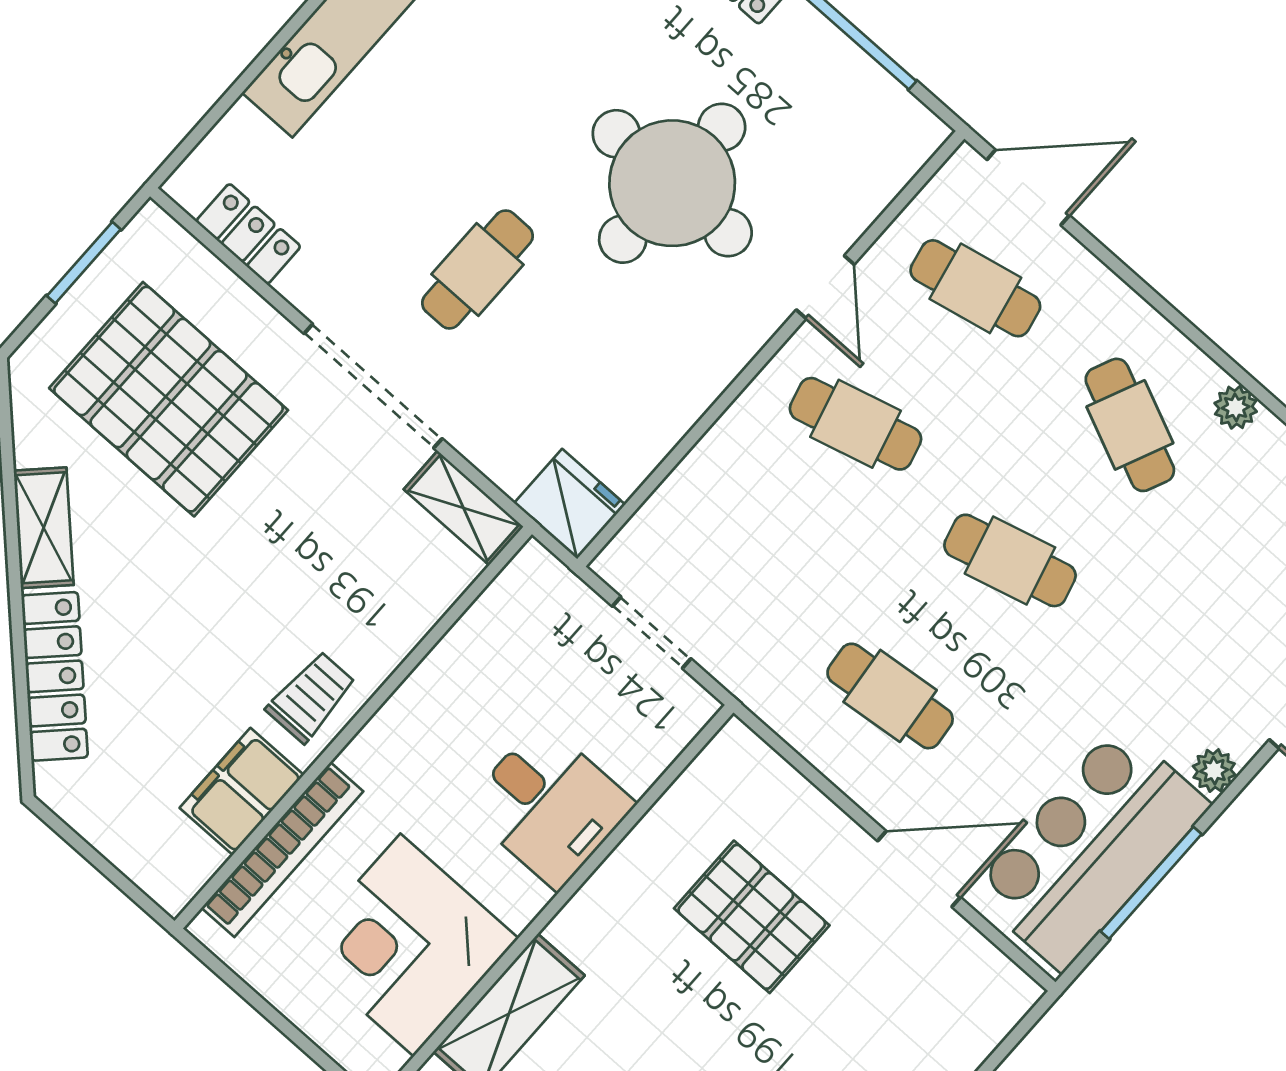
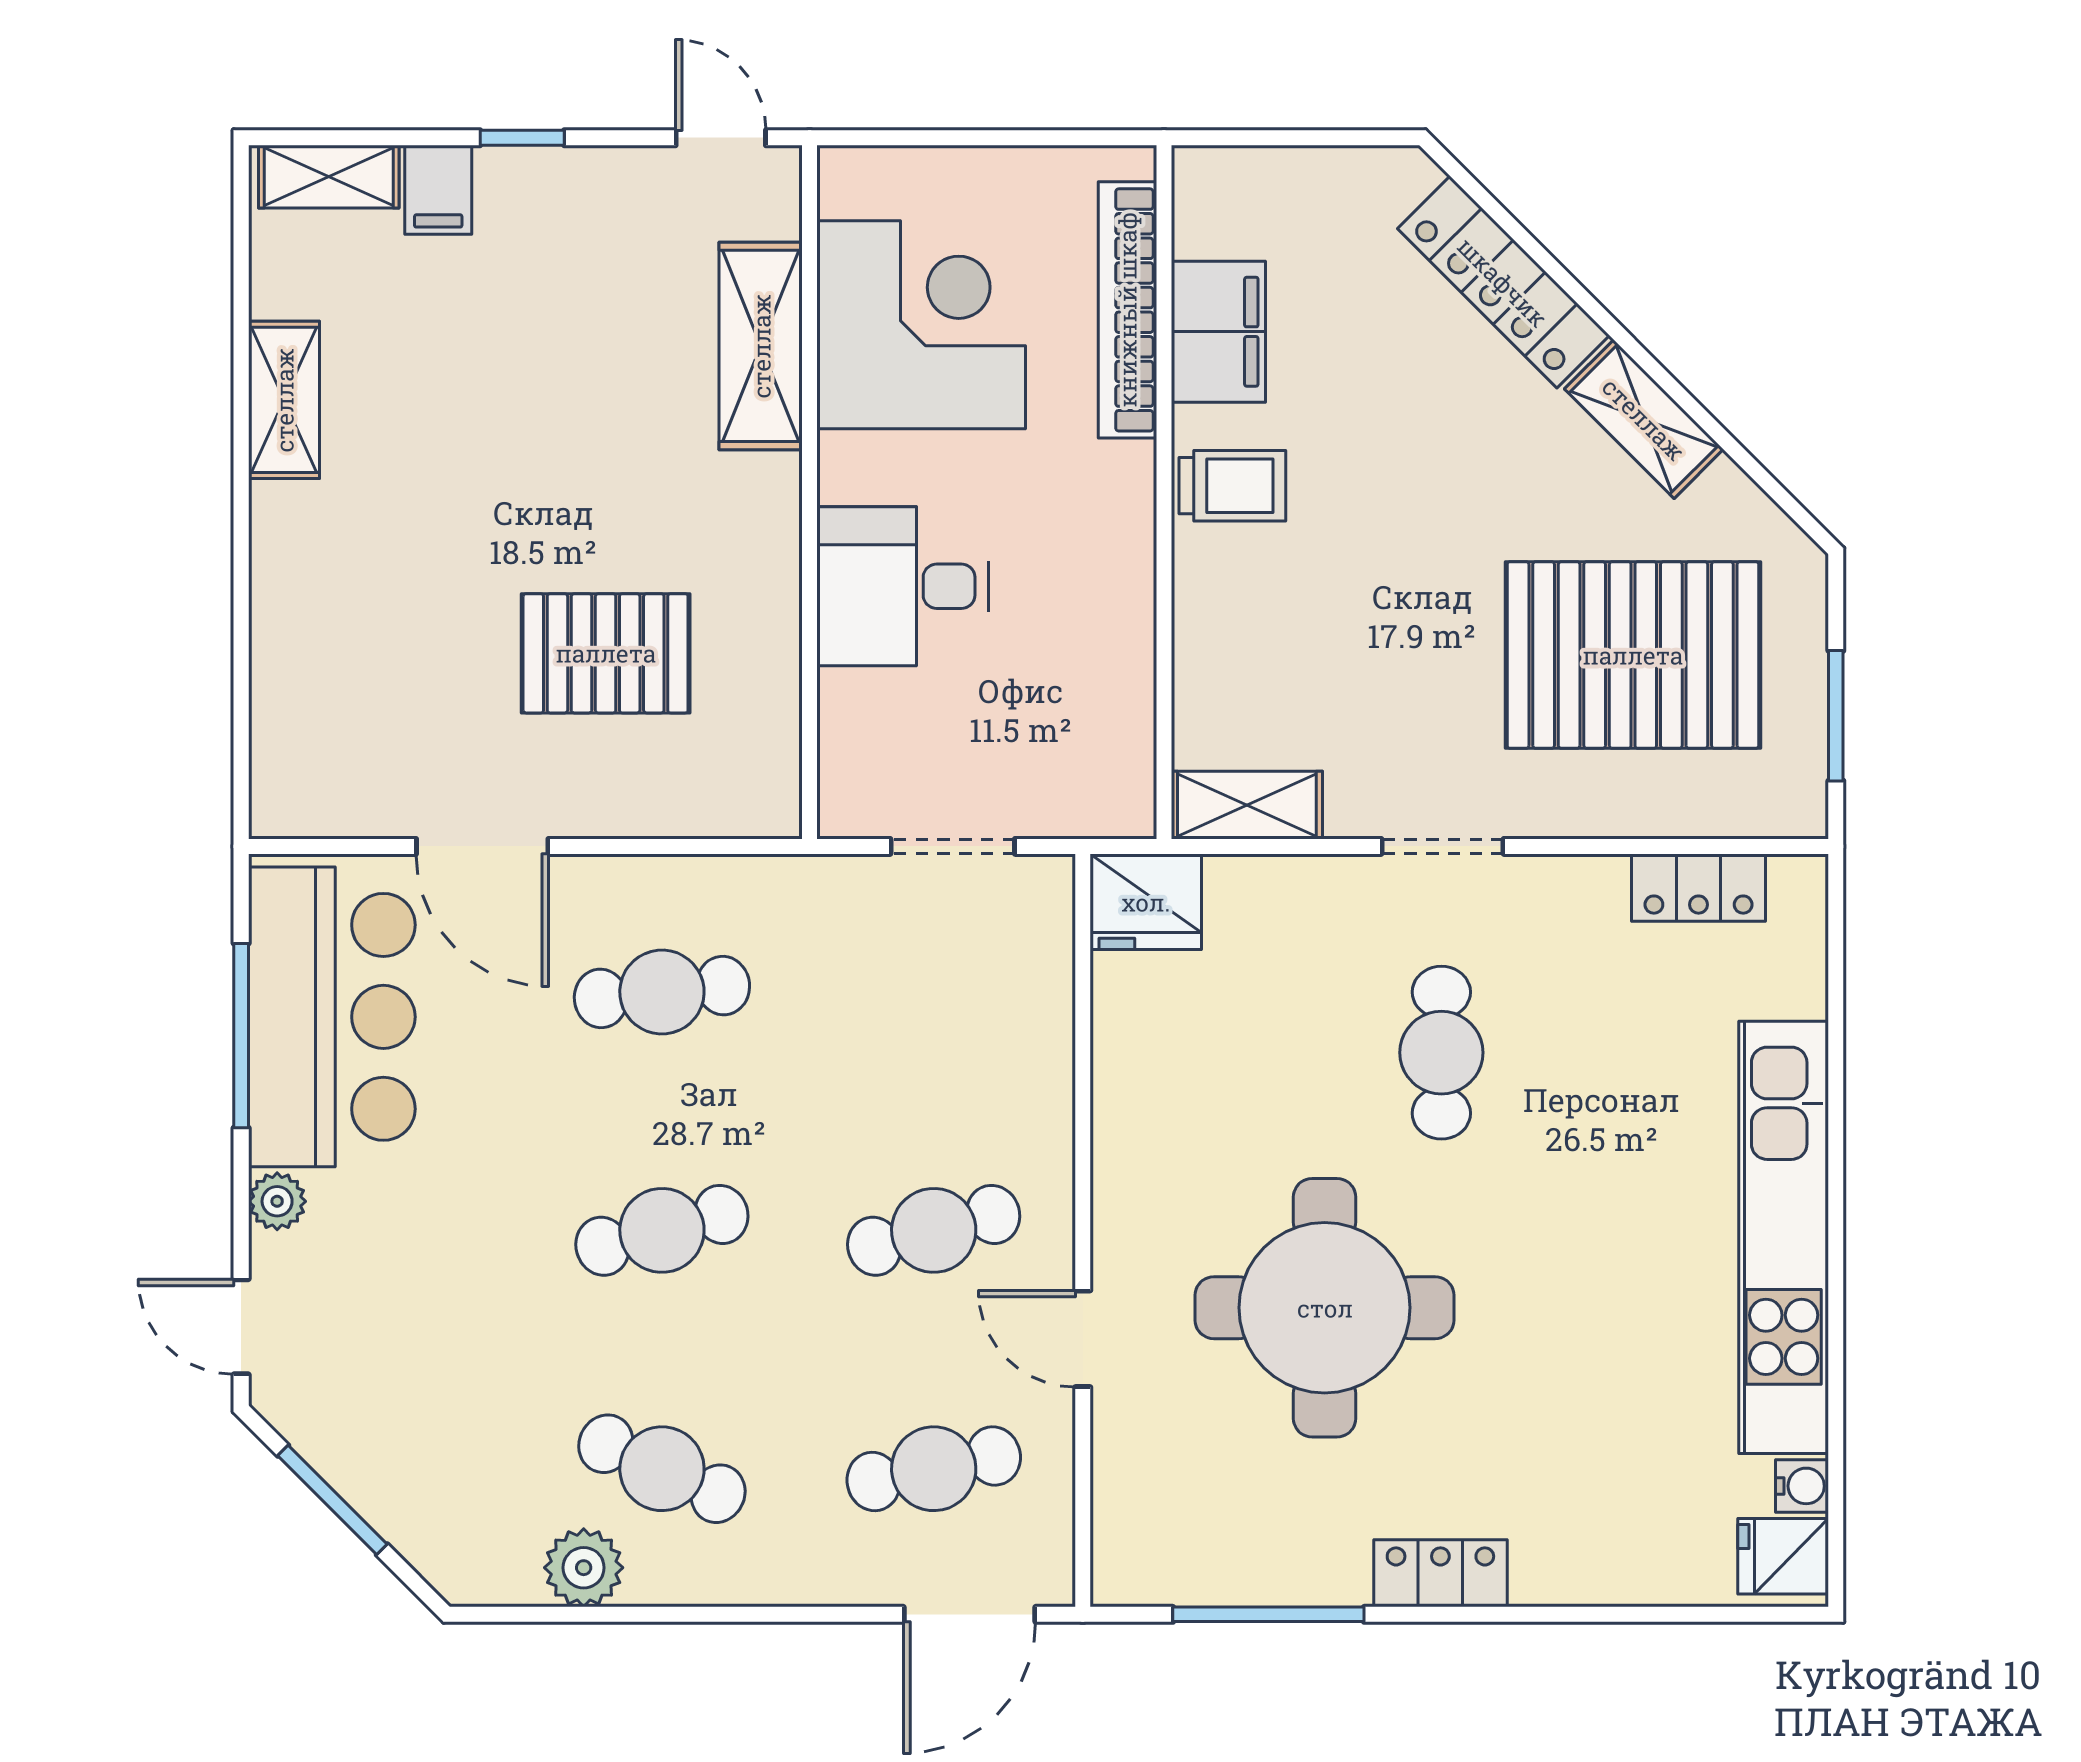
doorway: (373, 386) -> (1443, 846), width x0.53
plant: (1236, 407) -> (584, 1568), width x1.38, depth x1.38
trolley: (311, 697) -> (1232, 486), turned -90
door: (919, 869) -> (482, 846), hinge flipped

